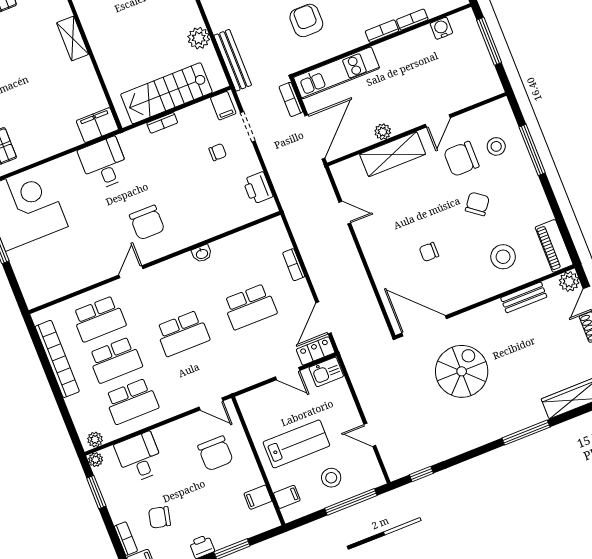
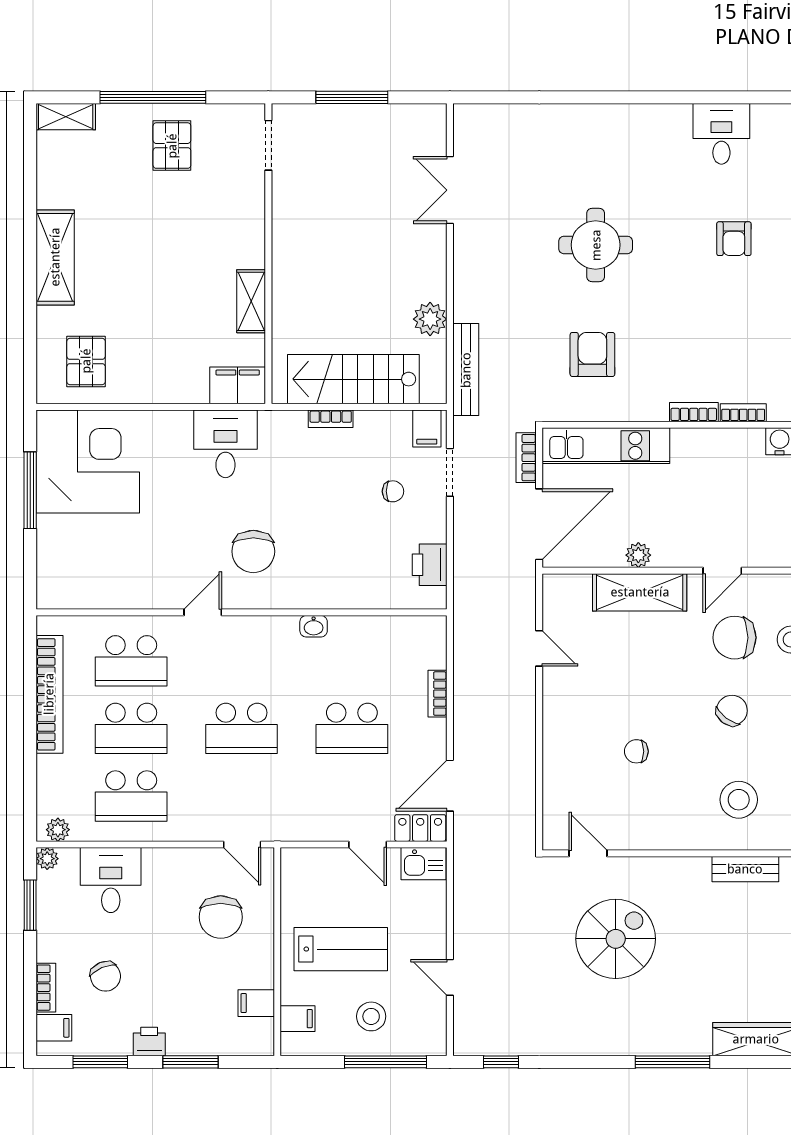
shelving: (73, 38) -> (251, 301), moved
door: (424, 326) -> (588, 853), width x0.53
chair: (159, 517) -> (105, 976), turned -126

